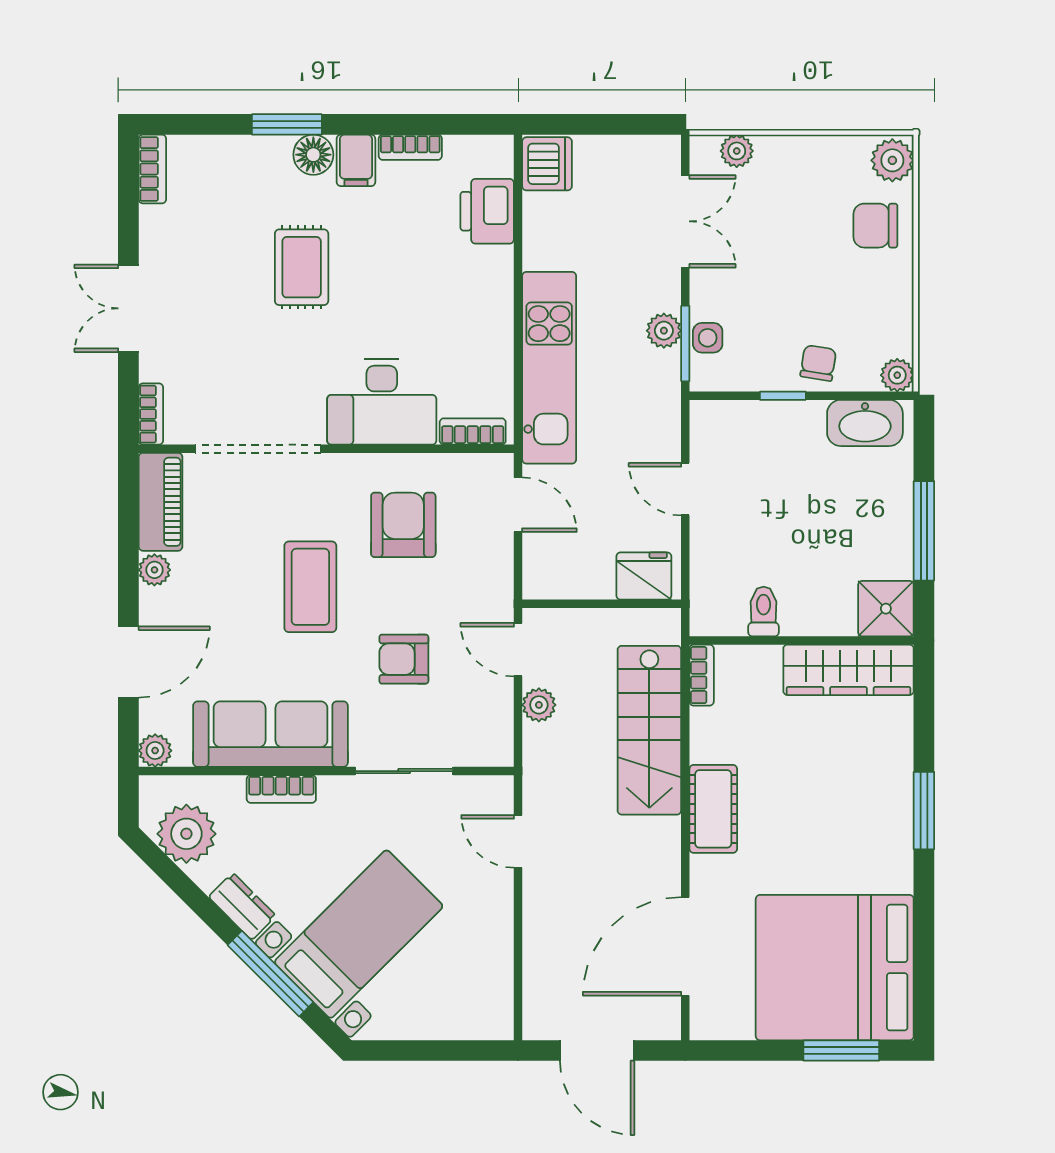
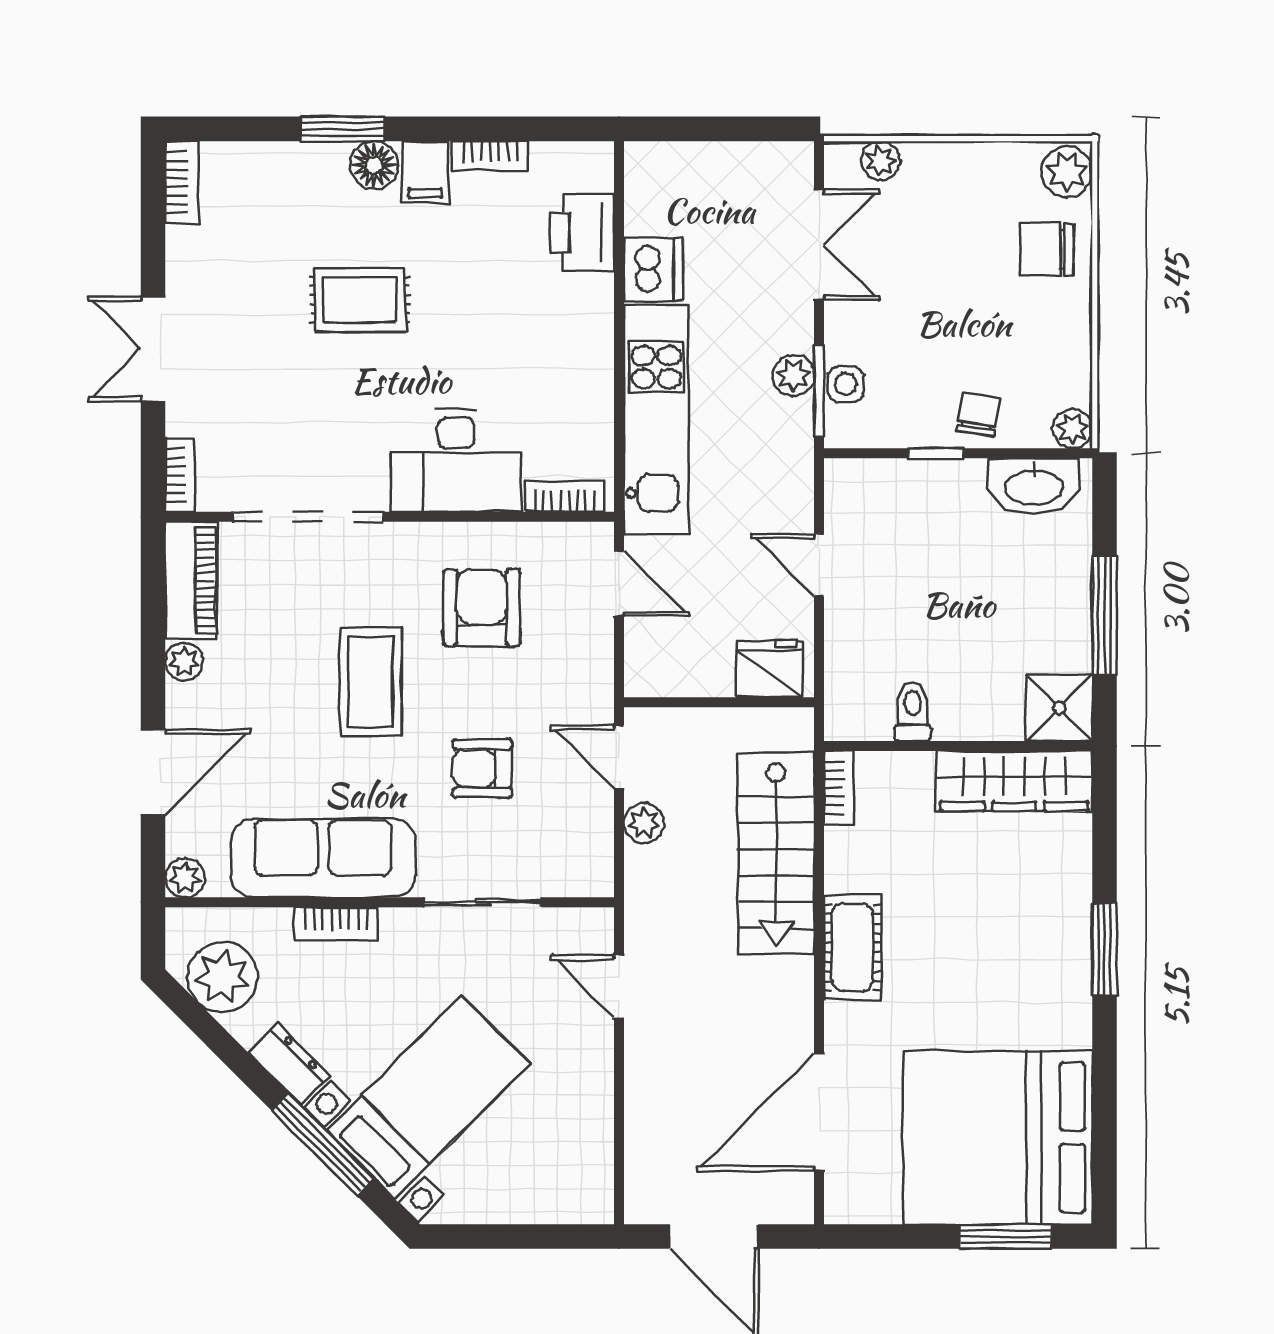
dishwasher: (547, 164) -> (654, 269), moved
rug: (302, 267) -> (360, 300), turned 90

